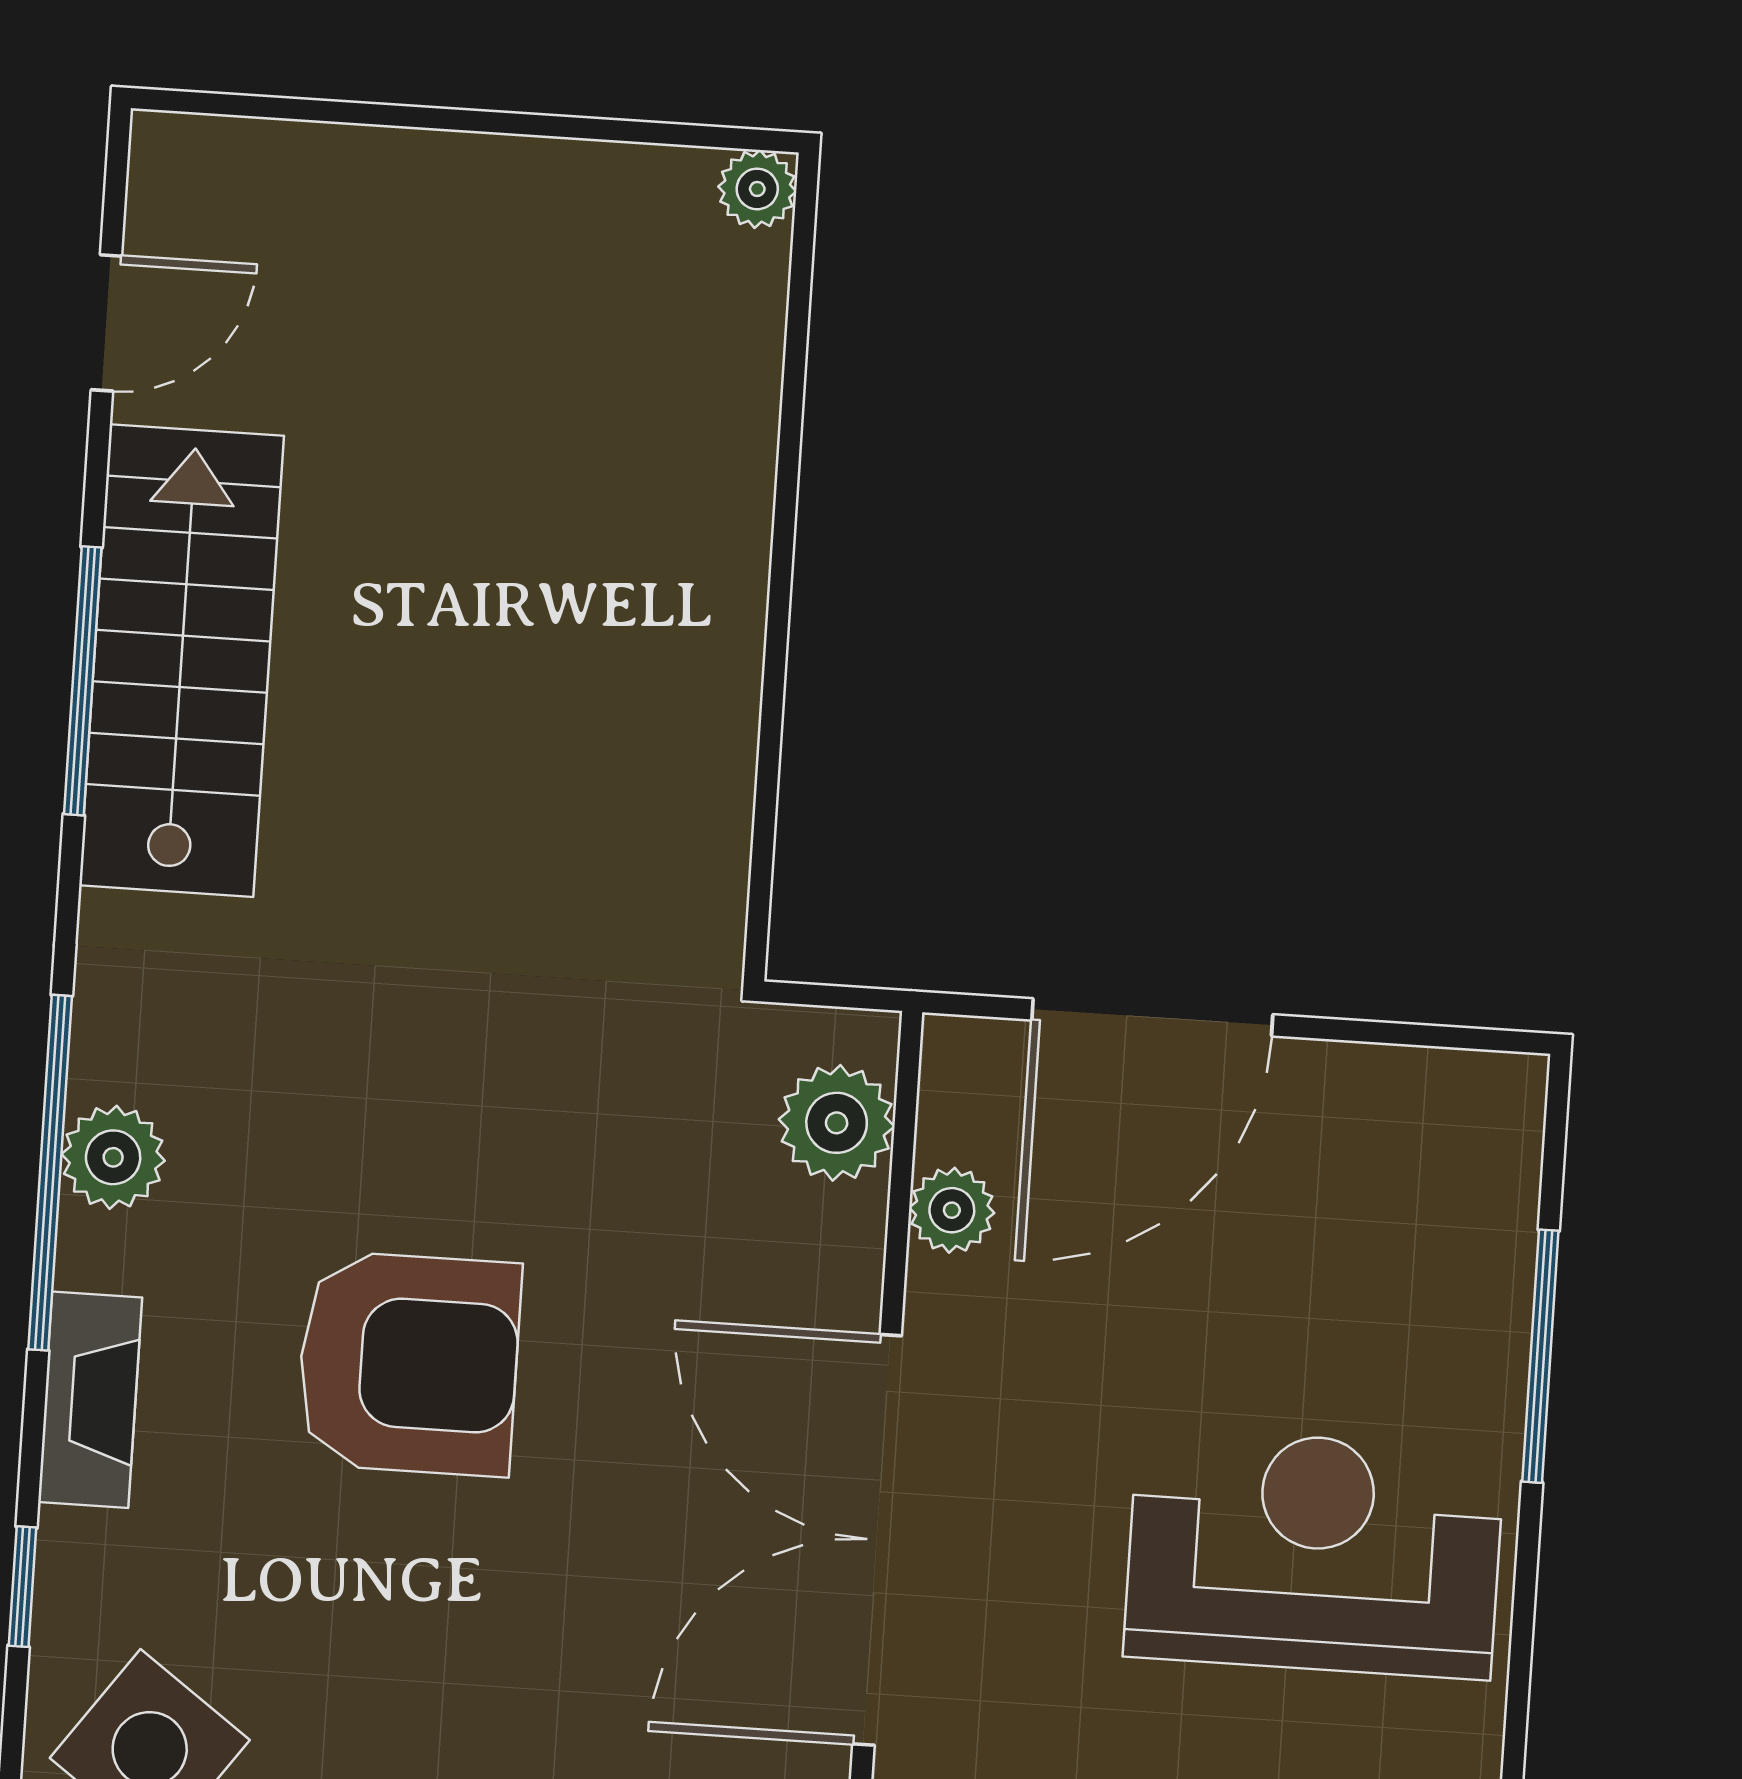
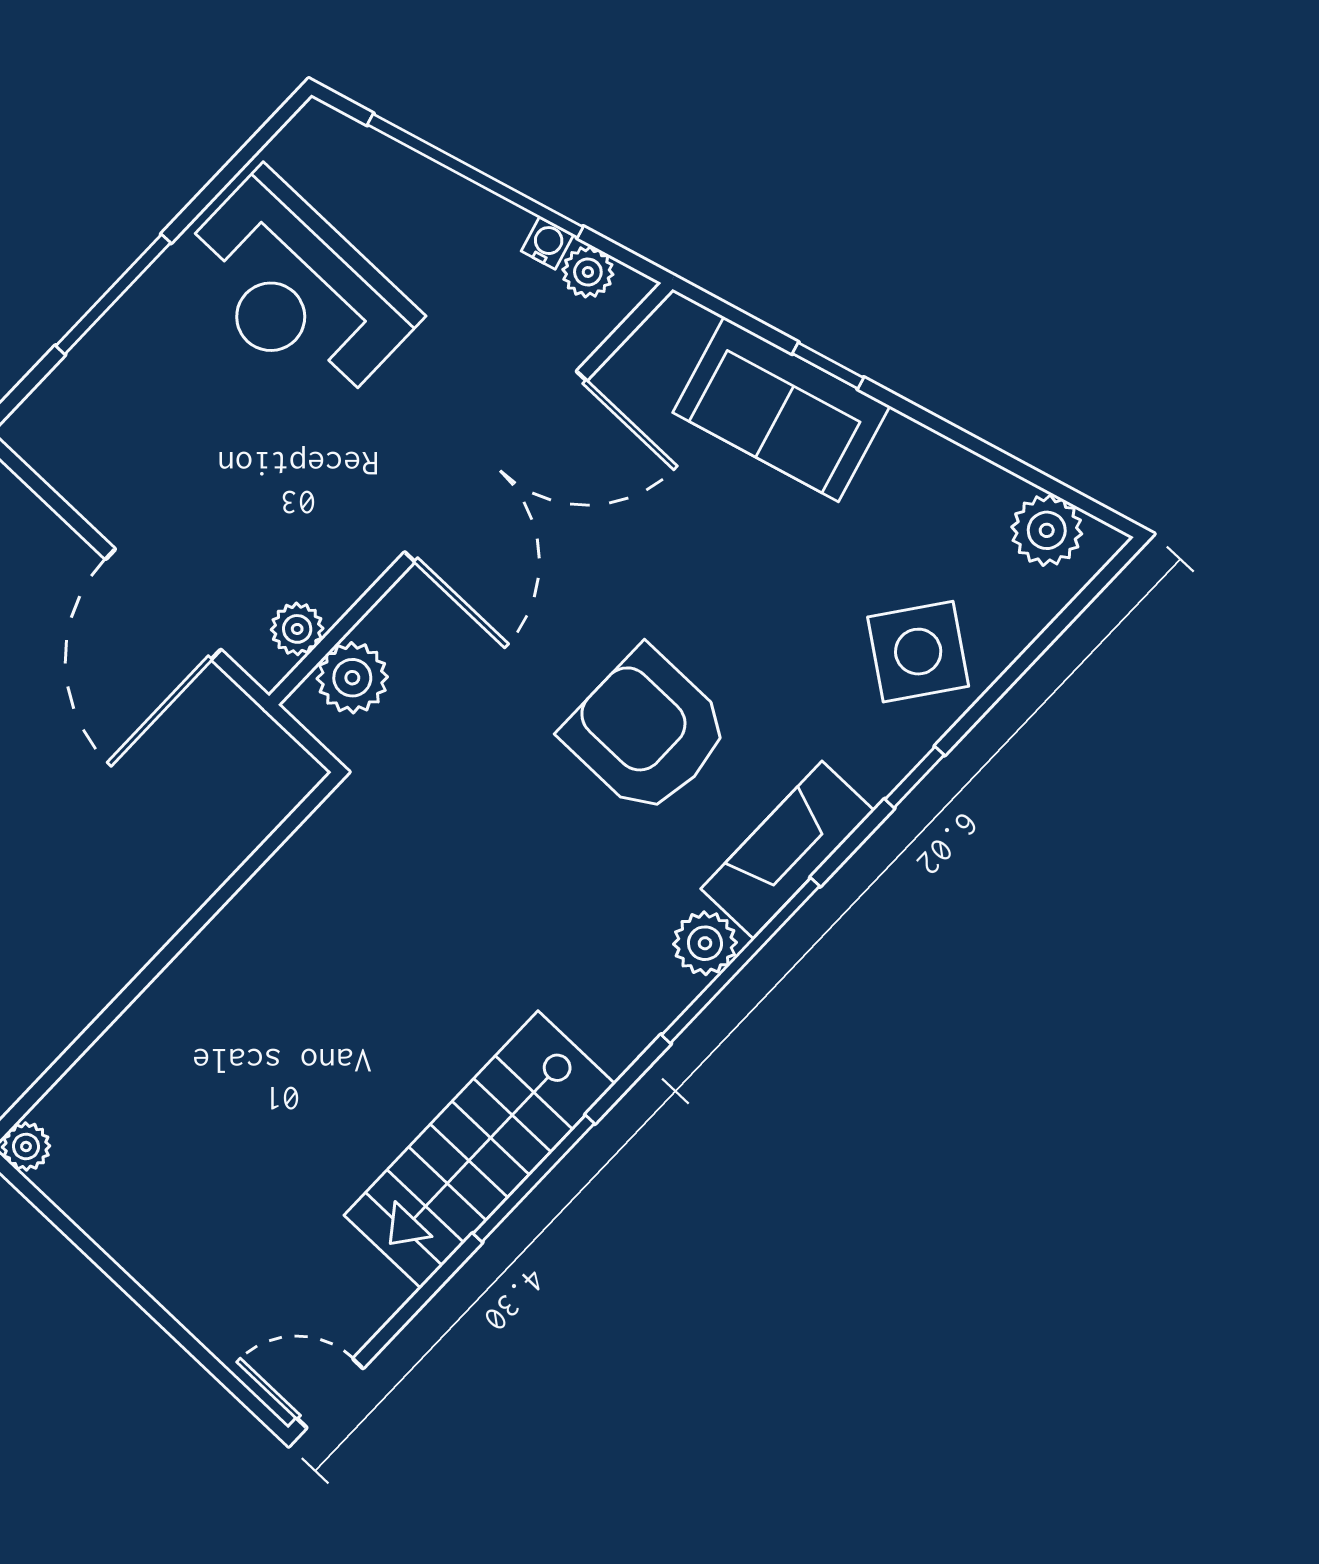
door: (106, 323) -> (330, 1393), moved
door: (1152, 1017) -> (163, 604), swing flipped
plant: (952, 1210) -> (297, 629), moved
fireplace: (90, 1400) -> (787, 850), width x1.37, depth x1.32

